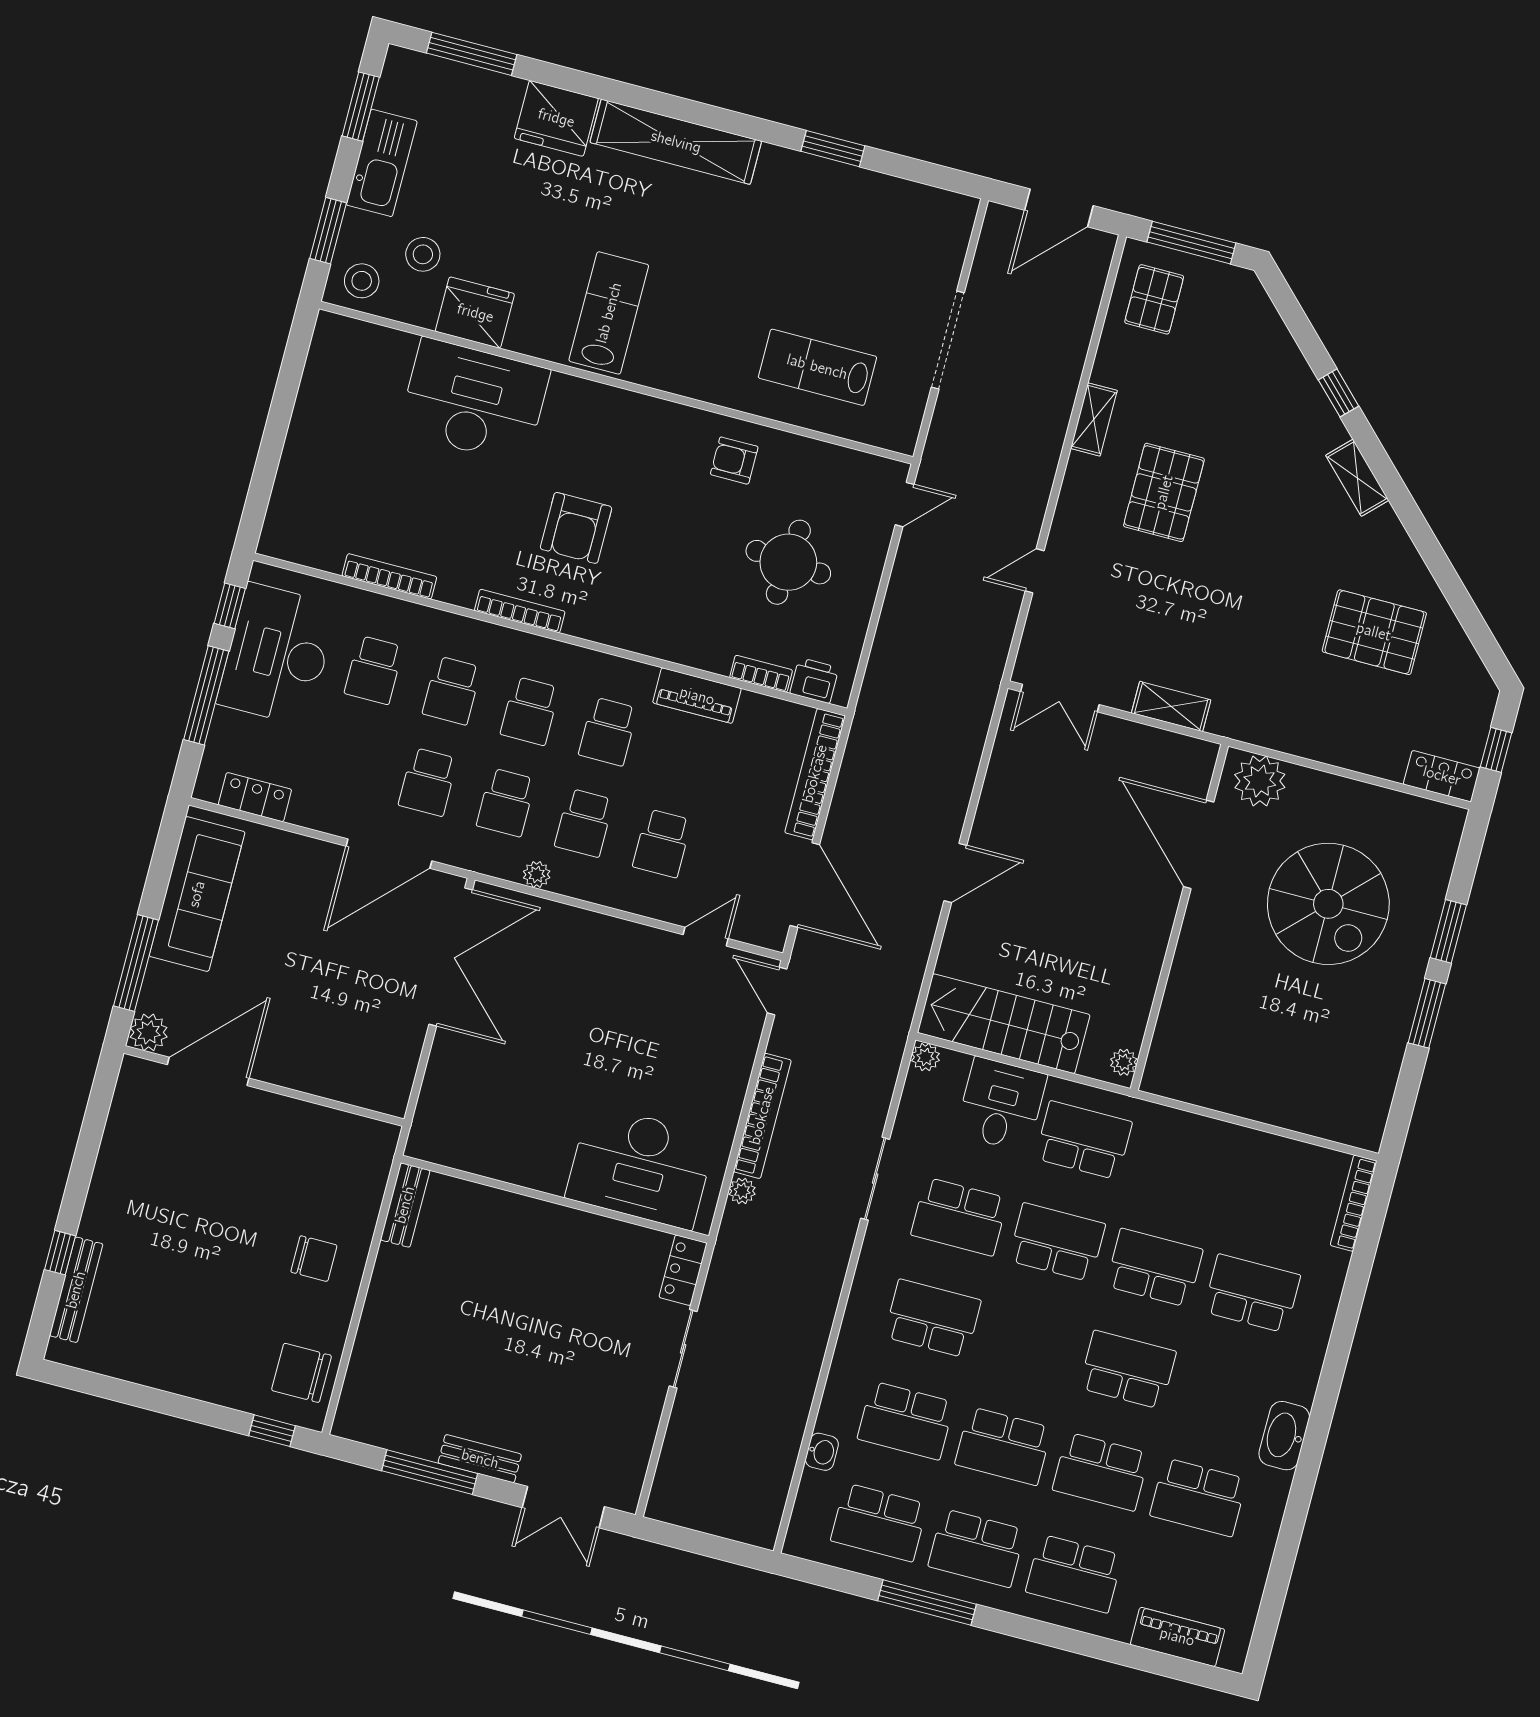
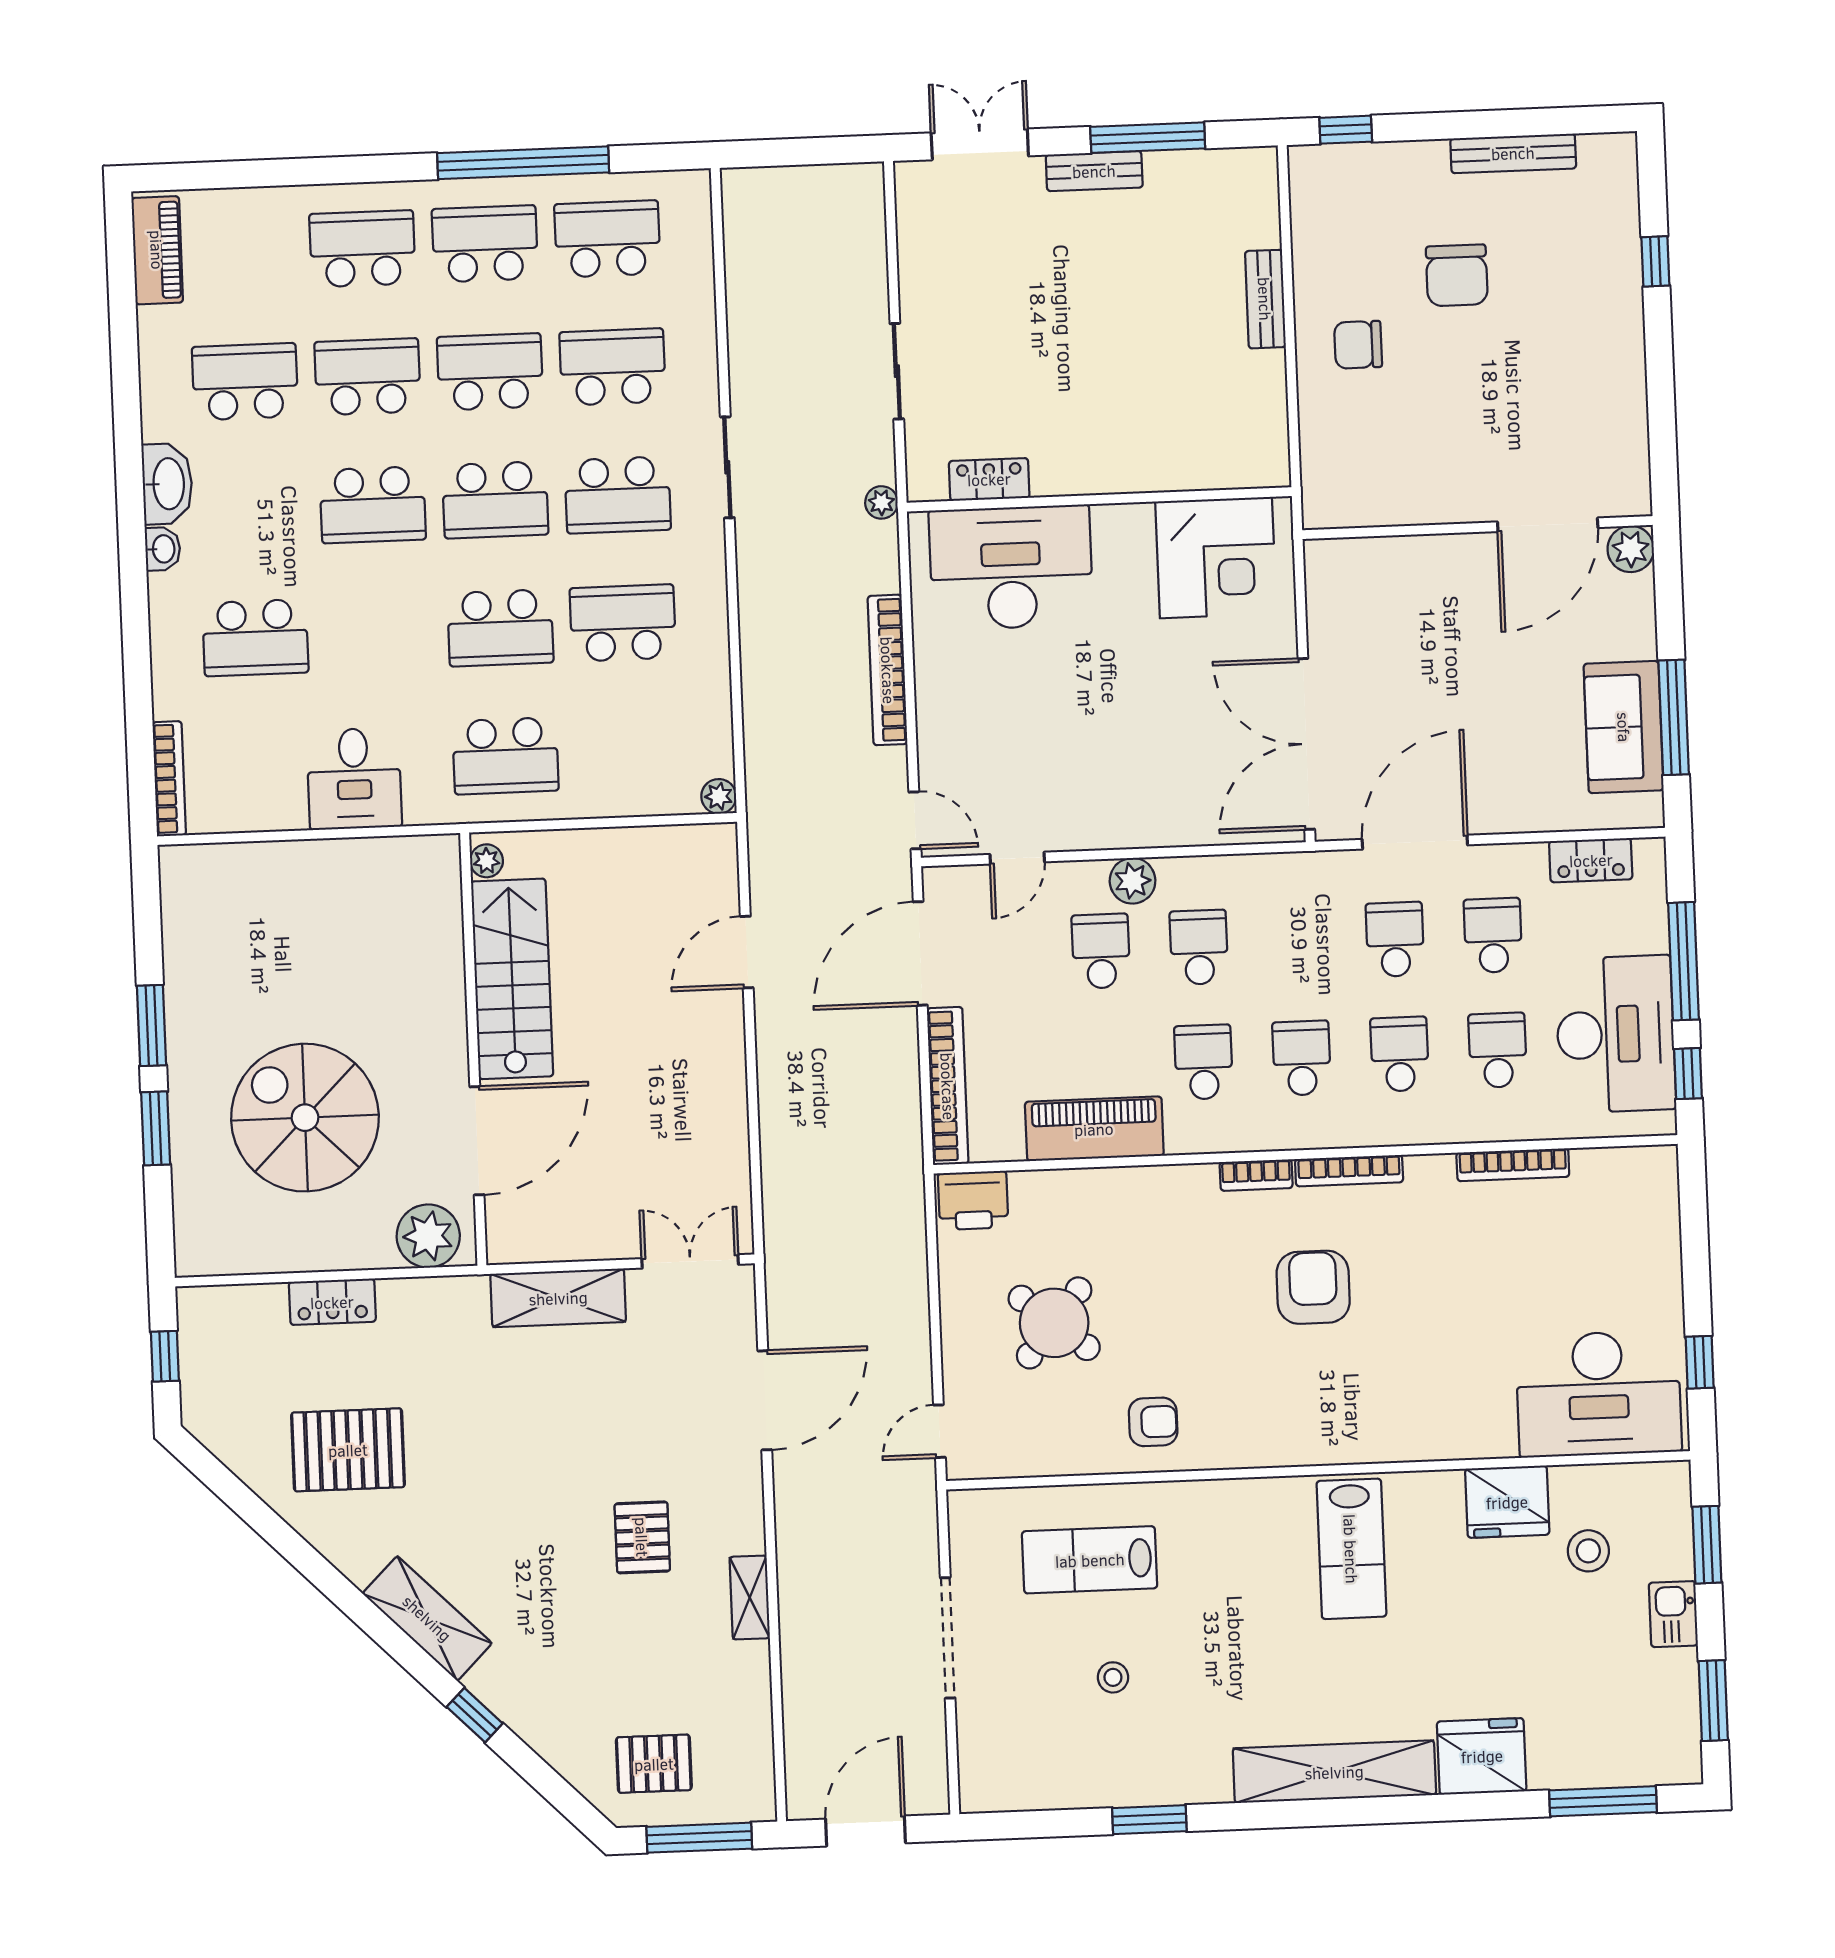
kitchen sink: (382, 163) -> (1673, 1614), width x0.53, depth x0.81
stool: (362, 281) -> (1113, 1677), moved, width x0.73, depth x0.73
pallet: (1154, 299) -> (654, 1764), moved, turned 90
lab bench: (817, 367) -> (1090, 1560), turned 180
window: (290, 376) -> (1700, 1362), added
desk: (474, 401) -> (1599, 1394), moved
shelving: (1357, 478) -> (427, 1618), width x1.50, depth x1.33
pallet: (1164, 492) -> (642, 1537), width x0.67, depth x0.71
round table: (788, 562) -> (1054, 1323), turned 34
door: (1035, 571) -> (765, 1400), width x1.88
bookcase: (761, 674) -> (1256, 1175), moved
printer: (814, 680) -> (973, 1200), width x1.36, depth x1.24
piano: (697, 696) -> (1094, 1129), width x1.37, depth x1.33
shelving: (1171, 706) -> (558, 1298), width x1.50, depth x1.33
locker: (1442, 776) -> (332, 1302), moved
school desk: (506, 802) -> (1493, 935), moved
door: (1199, 844) -> (477, 1141), hinge flipped
door: (955, 873) -> (747, 952), moved
plant: (537, 875) -> (1133, 881), moved, width x1.38, depth x1.38
door: (805, 885) -> (920, 953), hinge flipped
sofa: (197, 894) -> (1624, 727), width x0.73
window: (136, 963) -> (1674, 717), moved
stairs: (1004, 1024) -> (512, 979), moved, turned -90
desk: (1001, 1104) -> (354, 779), moved
corner desk: (477, 1125) -> (1216, 558), added
sliding door: (875, 1179) -> (727, 467), moved
plant: (742, 1191) -> (881, 502), moved
bench: (405, 1205) -> (1265, 299), moved
school desk: (1154, 1268) -> (495, 500), moved
locker: (683, 1270) -> (989, 479), moved, turned -90
bench: (76, 1290) -> (1513, 153), moved, turned 90
chair: (301, 1373) -> (1457, 275), moved, turned 90
washbasin: (822, 1452) -> (163, 549), moved, turned 180
window: (927, 1603) -> (523, 163), width x1.46
piano: (1177, 1637) -> (157, 250), moved, turned -90

